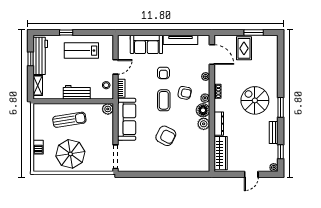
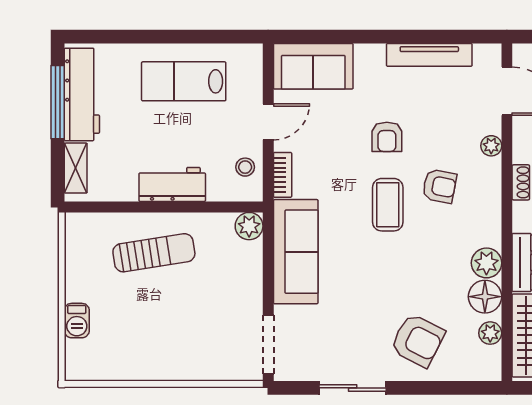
window: (66, 32) -> (146, 37), removed
sofa: (146, 44) -> (313, 66), moved
window: (31, 59) -> (58, 102), width x2.17
plant: (205, 98) -> (490, 333), moved
floor lamp: (203, 110) -> (485, 297), moved
armchair: (166, 136) -> (418, 340), moved
parasol: (70, 154) -> (156, 337), removed
sliding door: (150, 174) -> (353, 388), added

